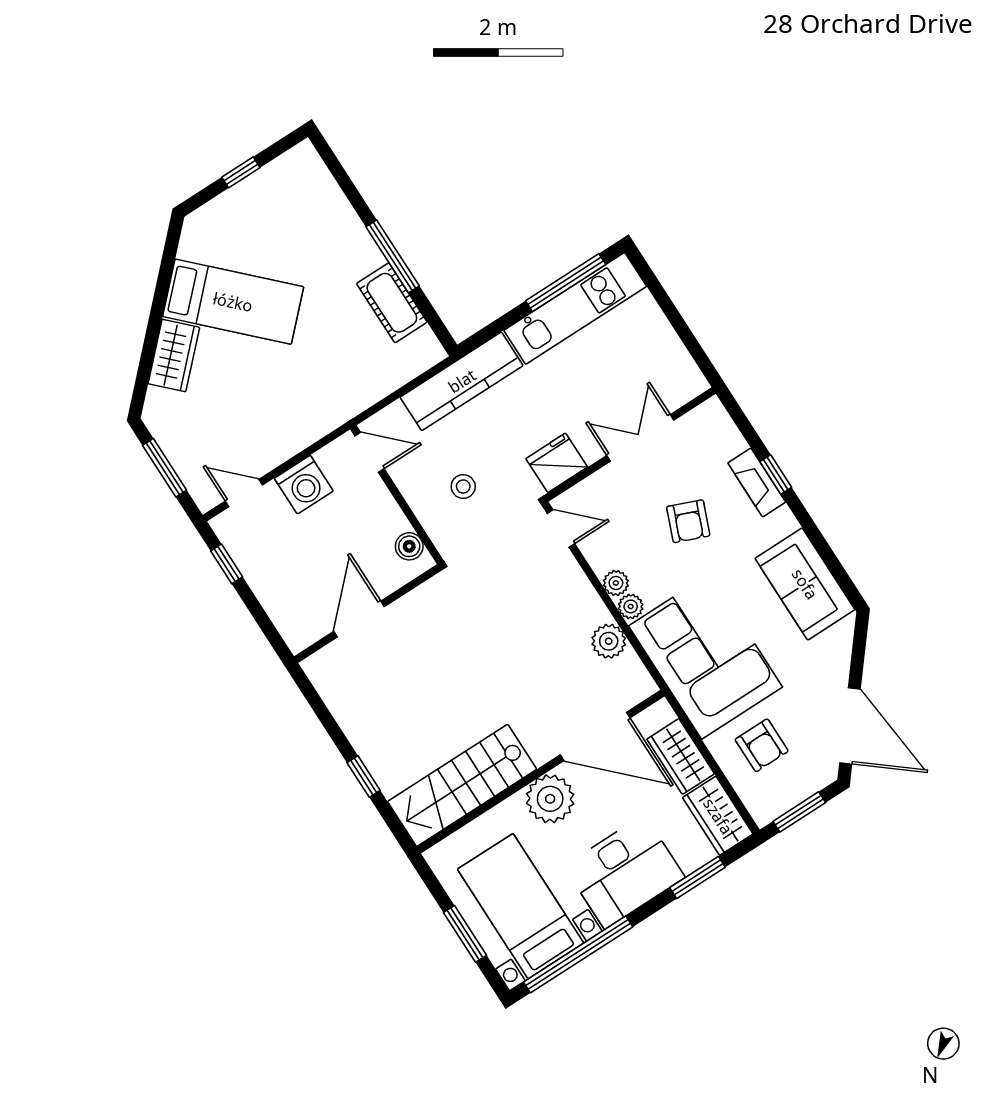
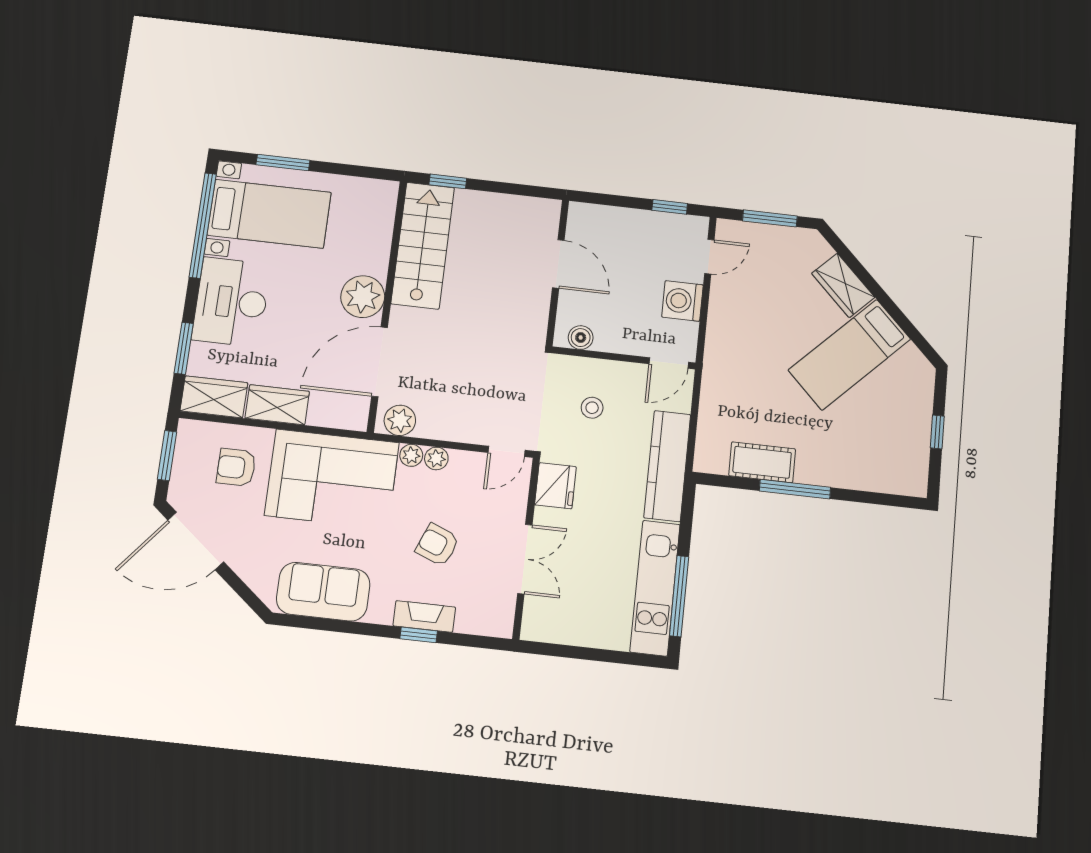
door: (595, 736) -> (380, 362), moved
wall: (541, 772) -> (387, 305), moved
stairs: (462, 785) -> (423, 245), moved
plant: (550, 799) -> (363, 297), moved

